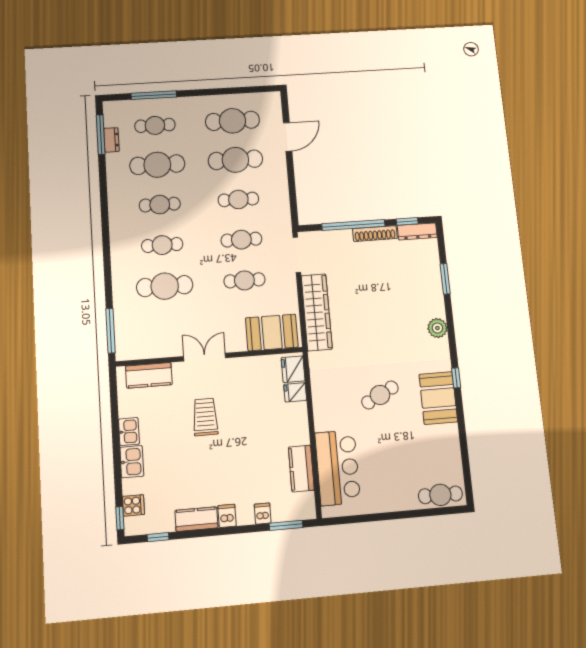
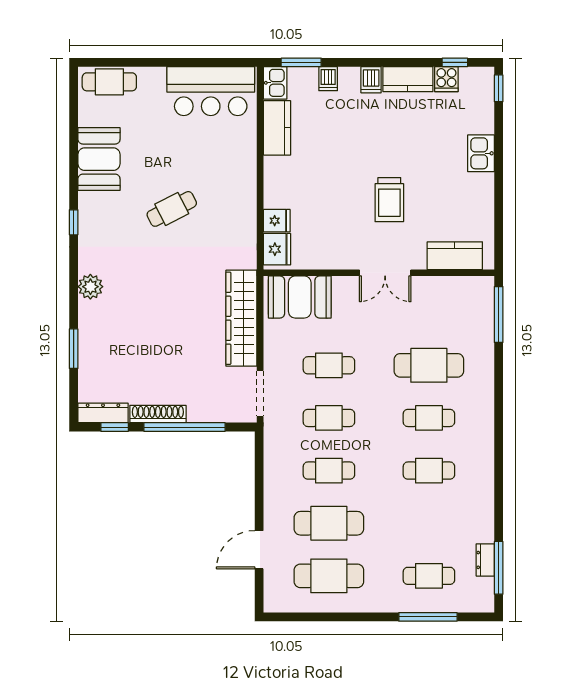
cafe table: (157, 165) -> (429, 523), removed
booth: (438, 398) -> (99, 159), moved
kitchen sink: (129, 432) -> (275, 83), moved, turned 180
bar counter: (338, 468) -> (211, 91), moved, turned -90
cooker: (133, 505) -> (446, 79), moved, turned -90

